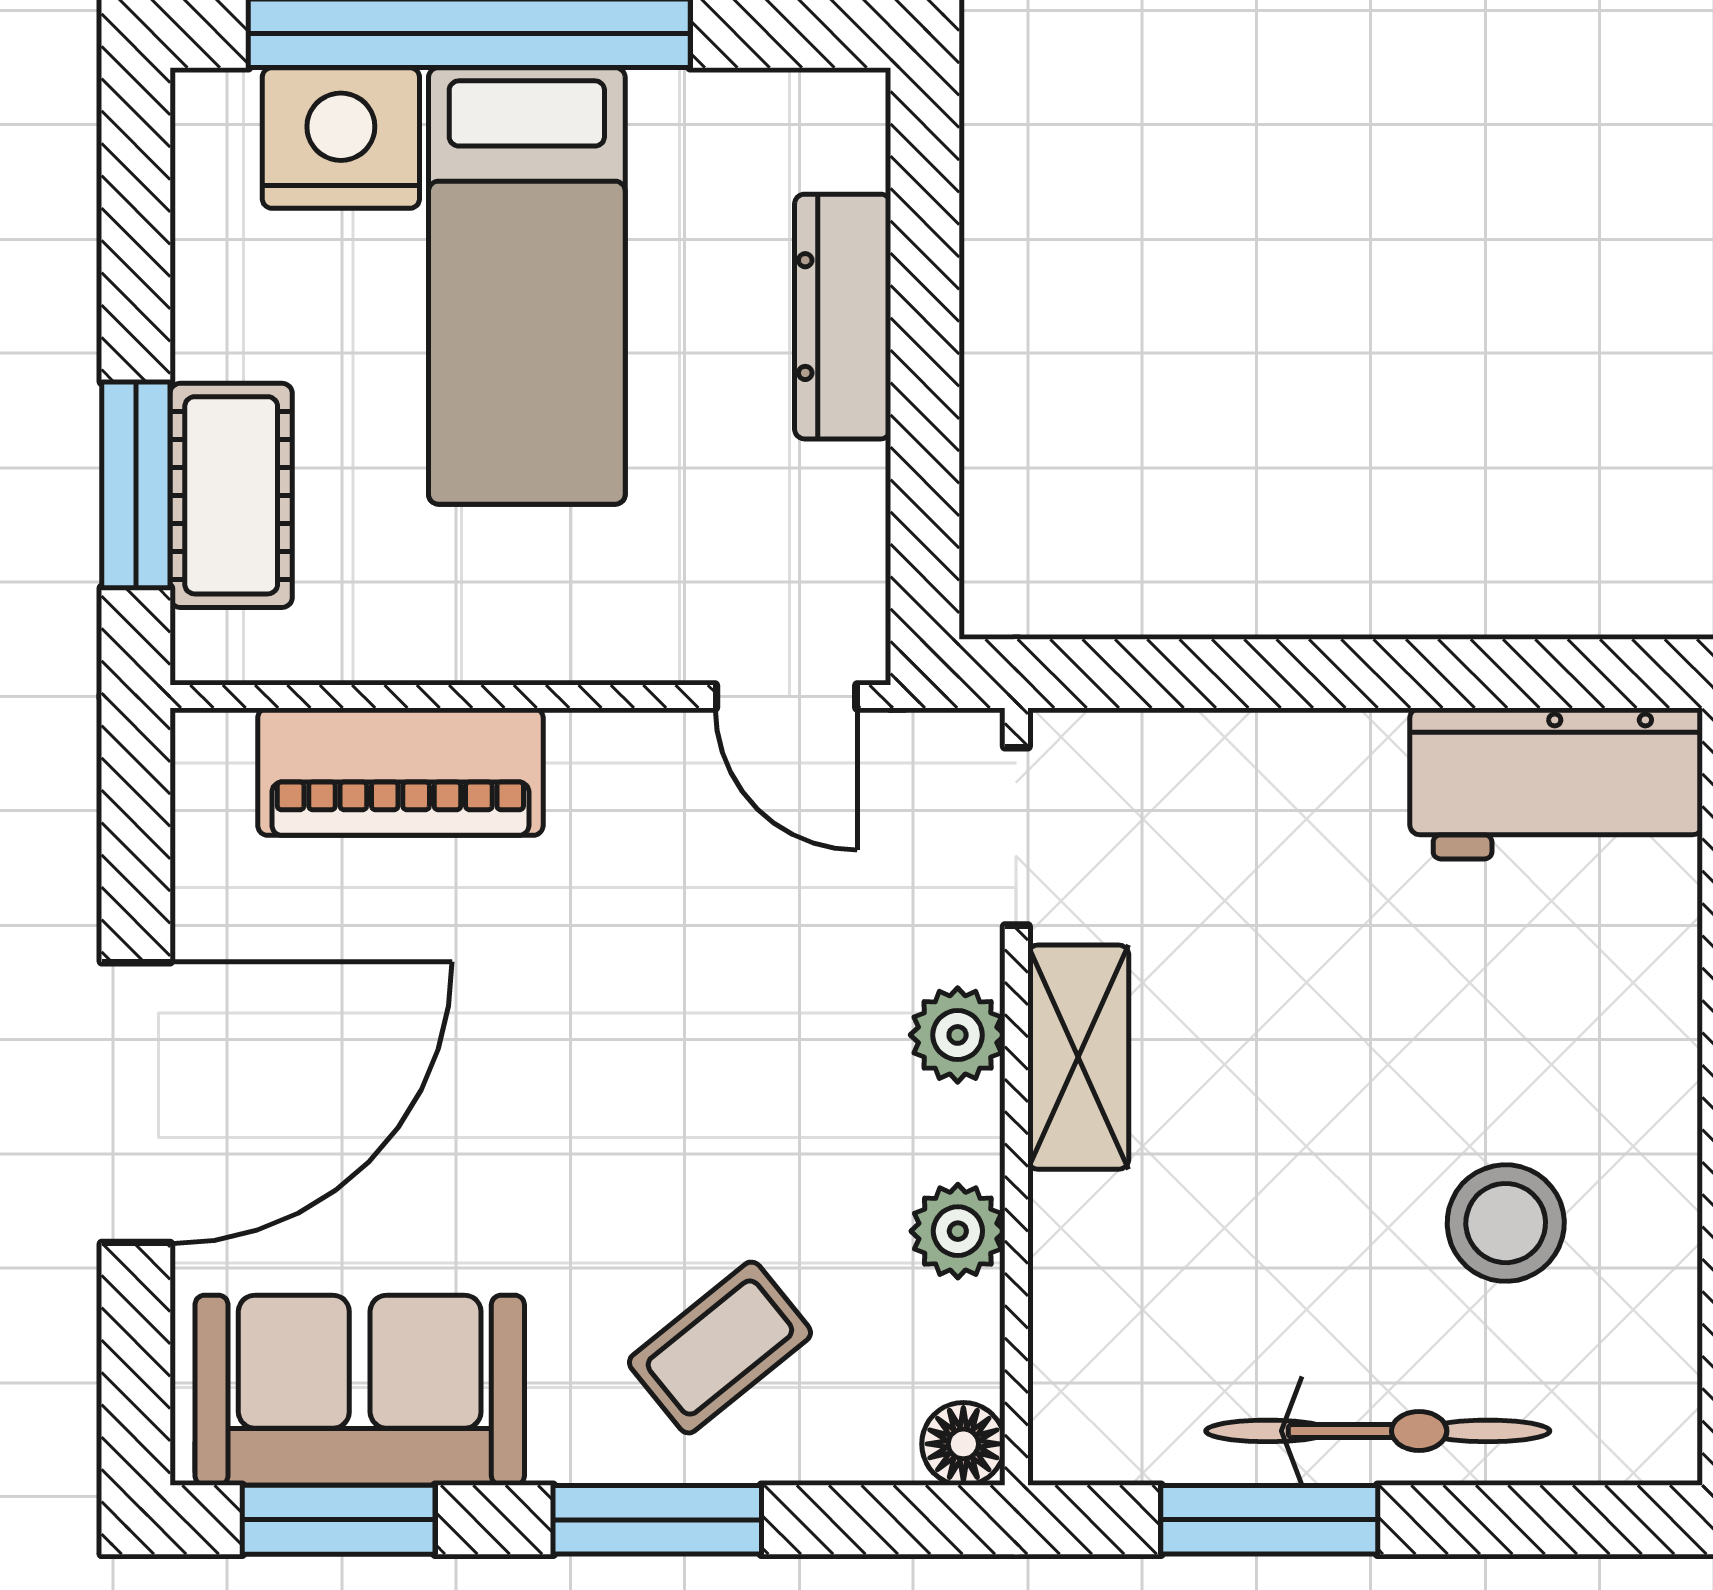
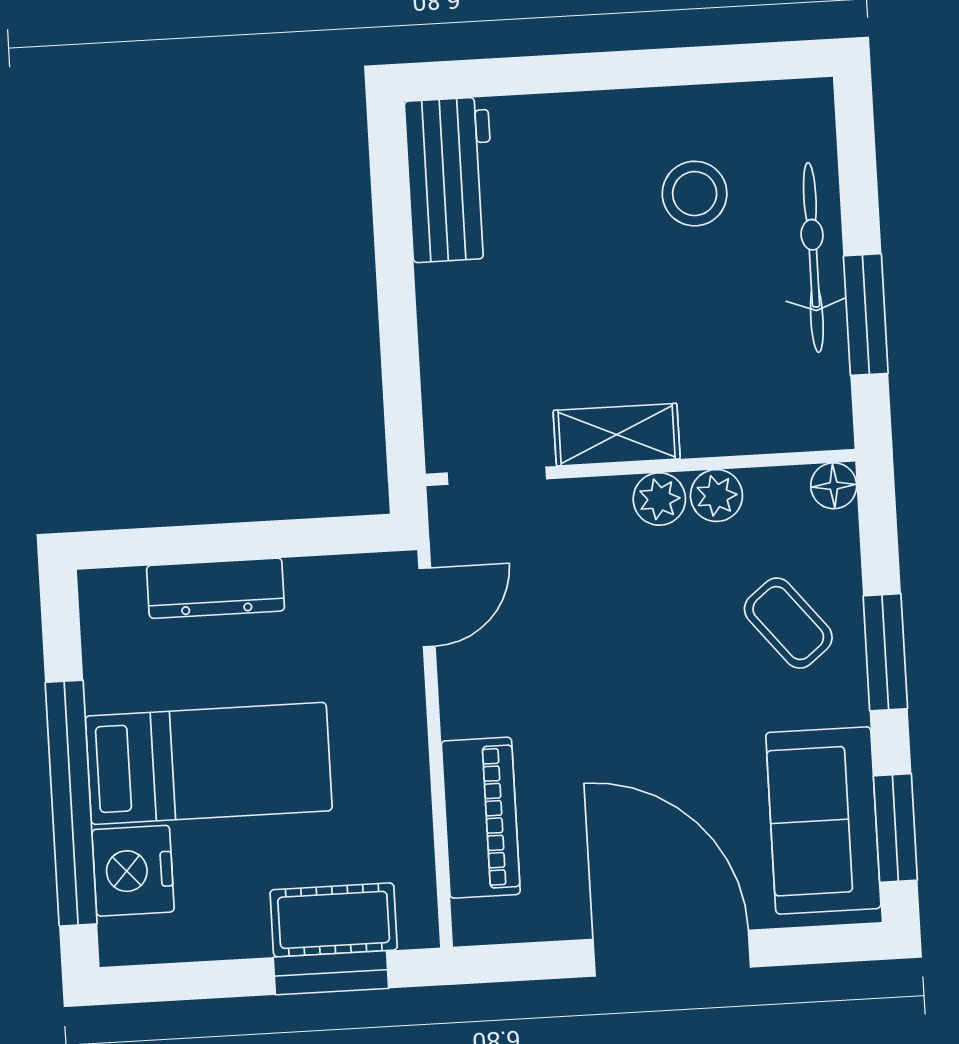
plant: (958, 1035) -> (659, 499), moved

